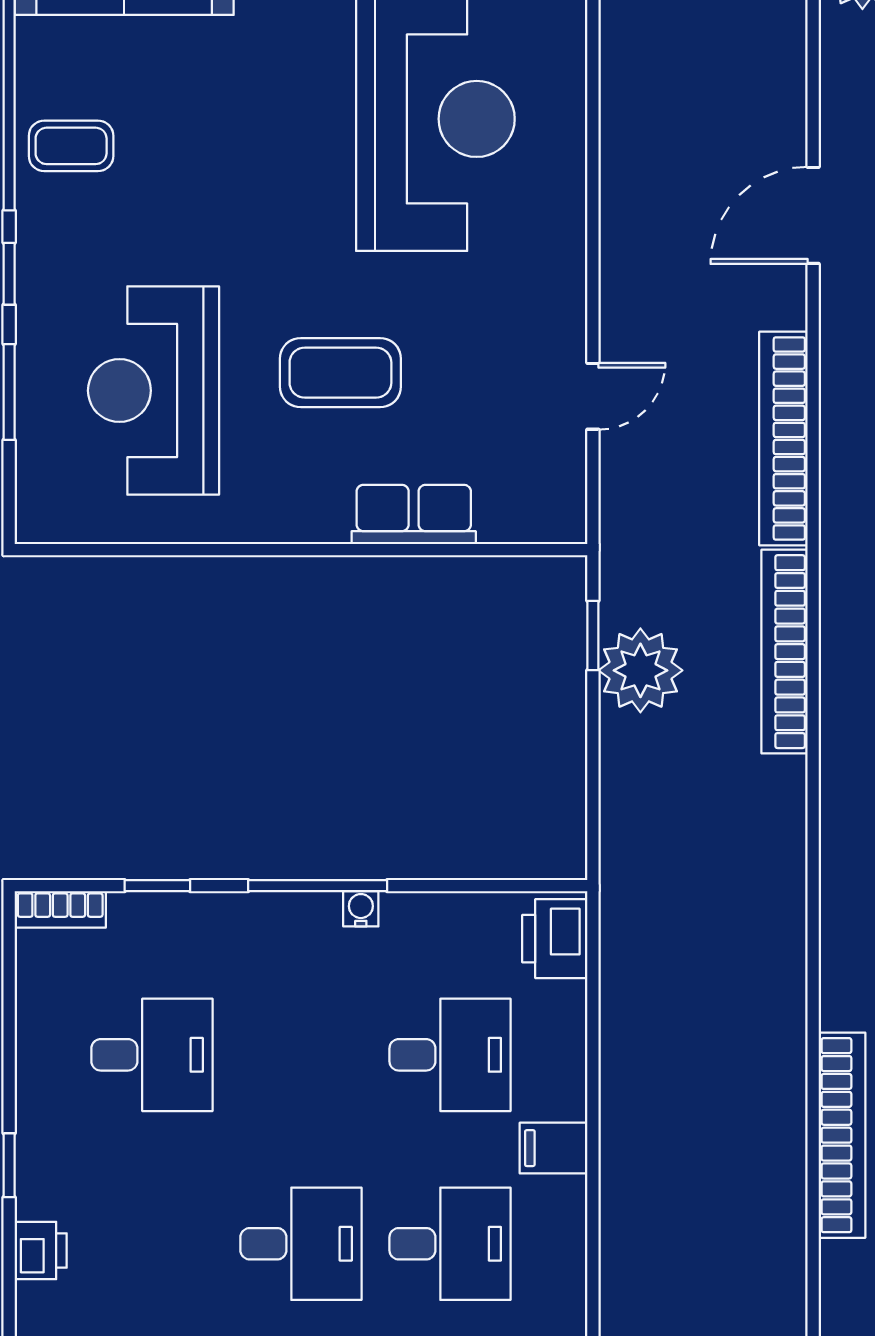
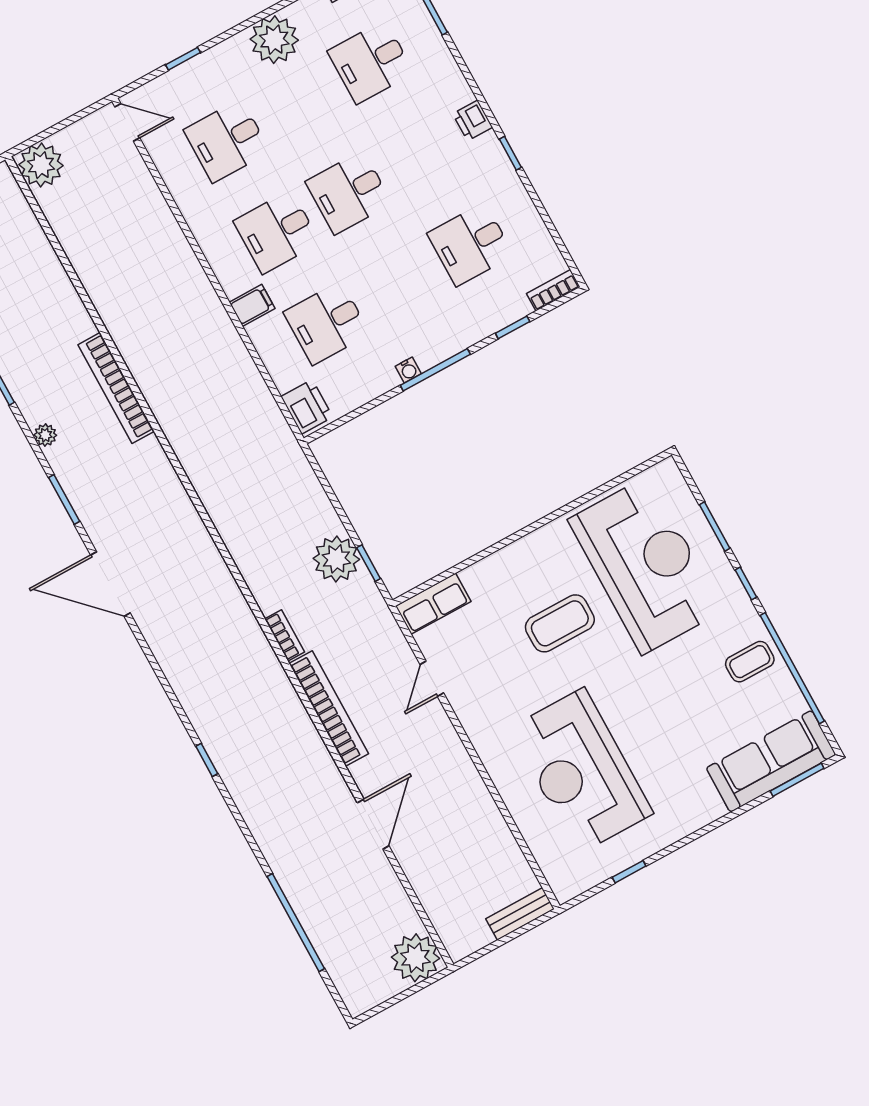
reception desk: (154, 391) -> (645, 565), width x1.36, depth x1.30
row of seats: (414, 514) -> (433, 604), moved
bookcase: (785, 652) -> (284, 635), width x0.43, depth x0.76

